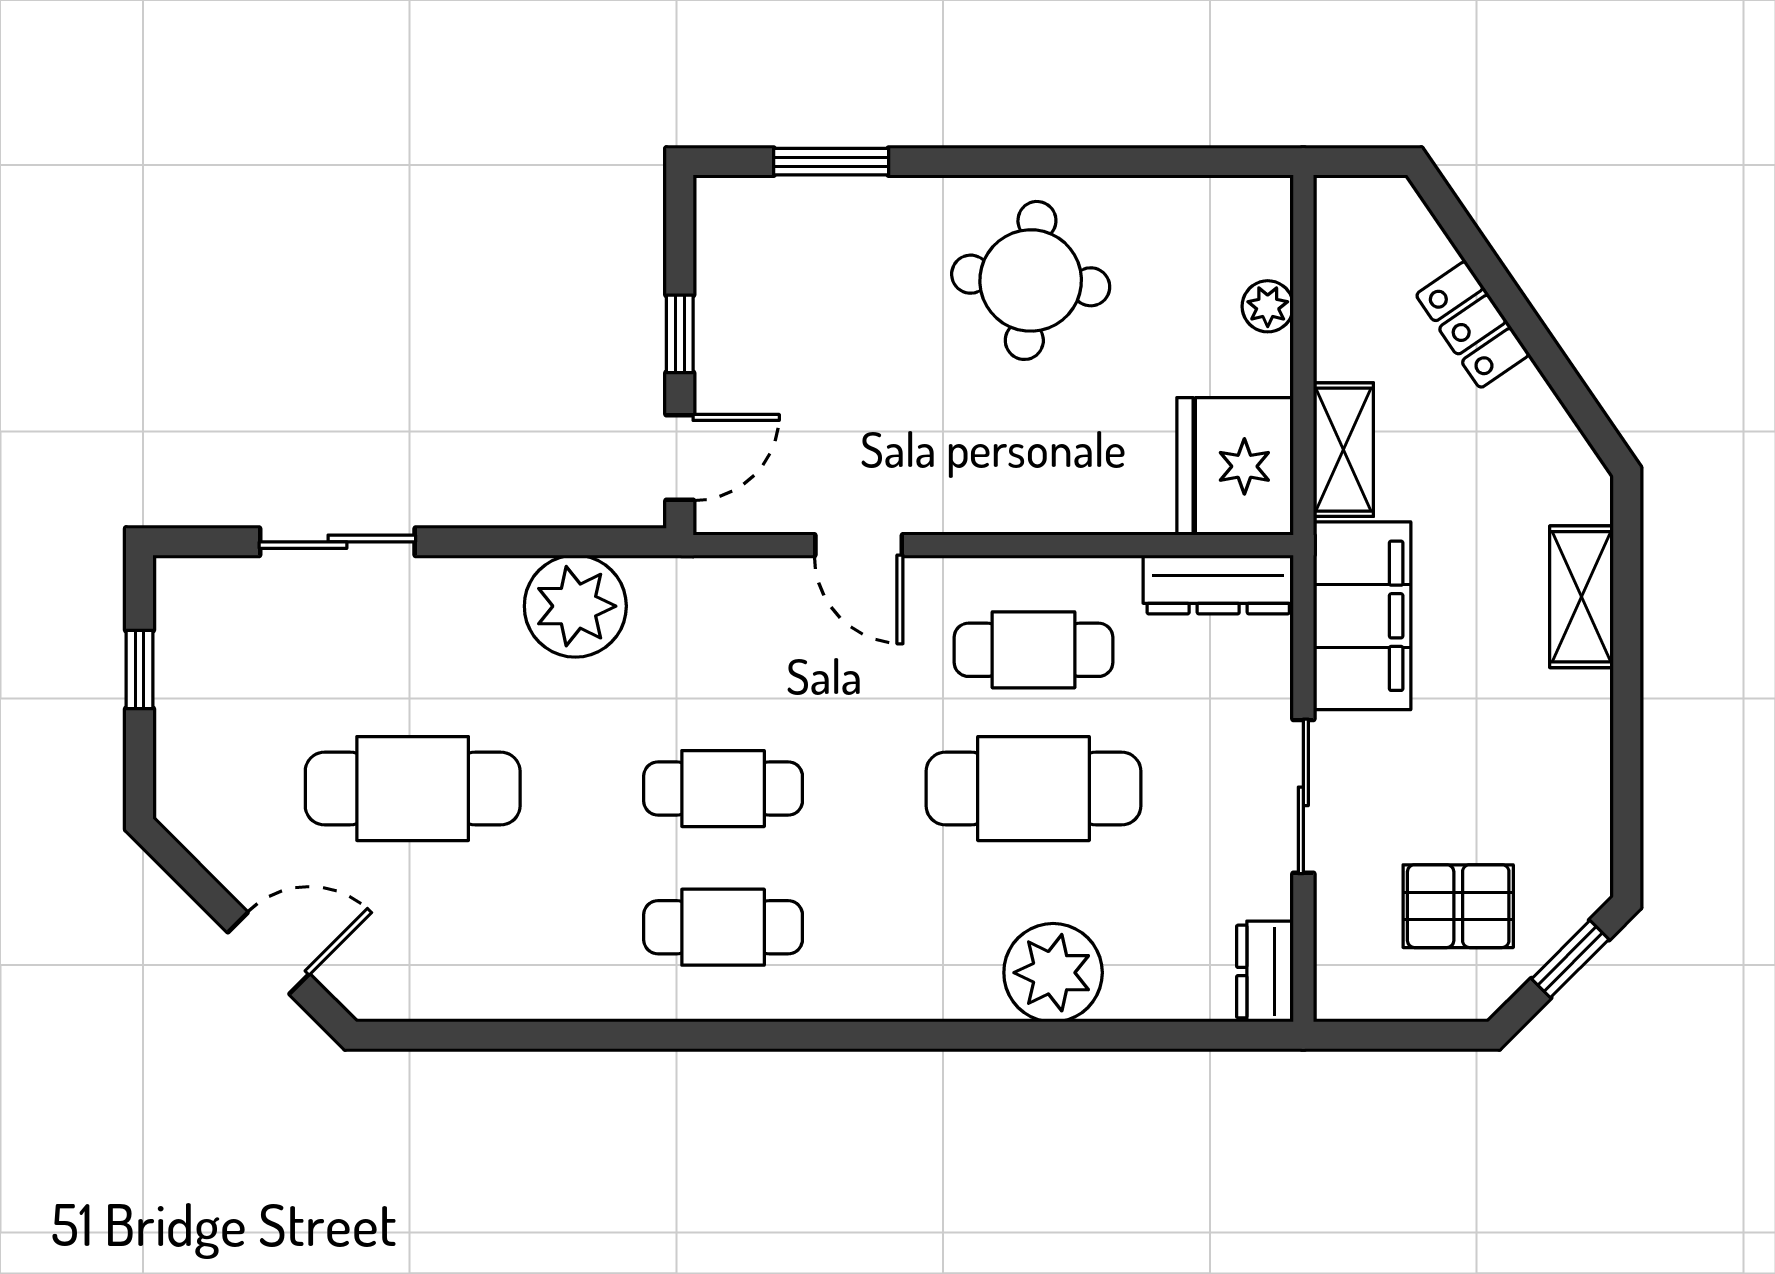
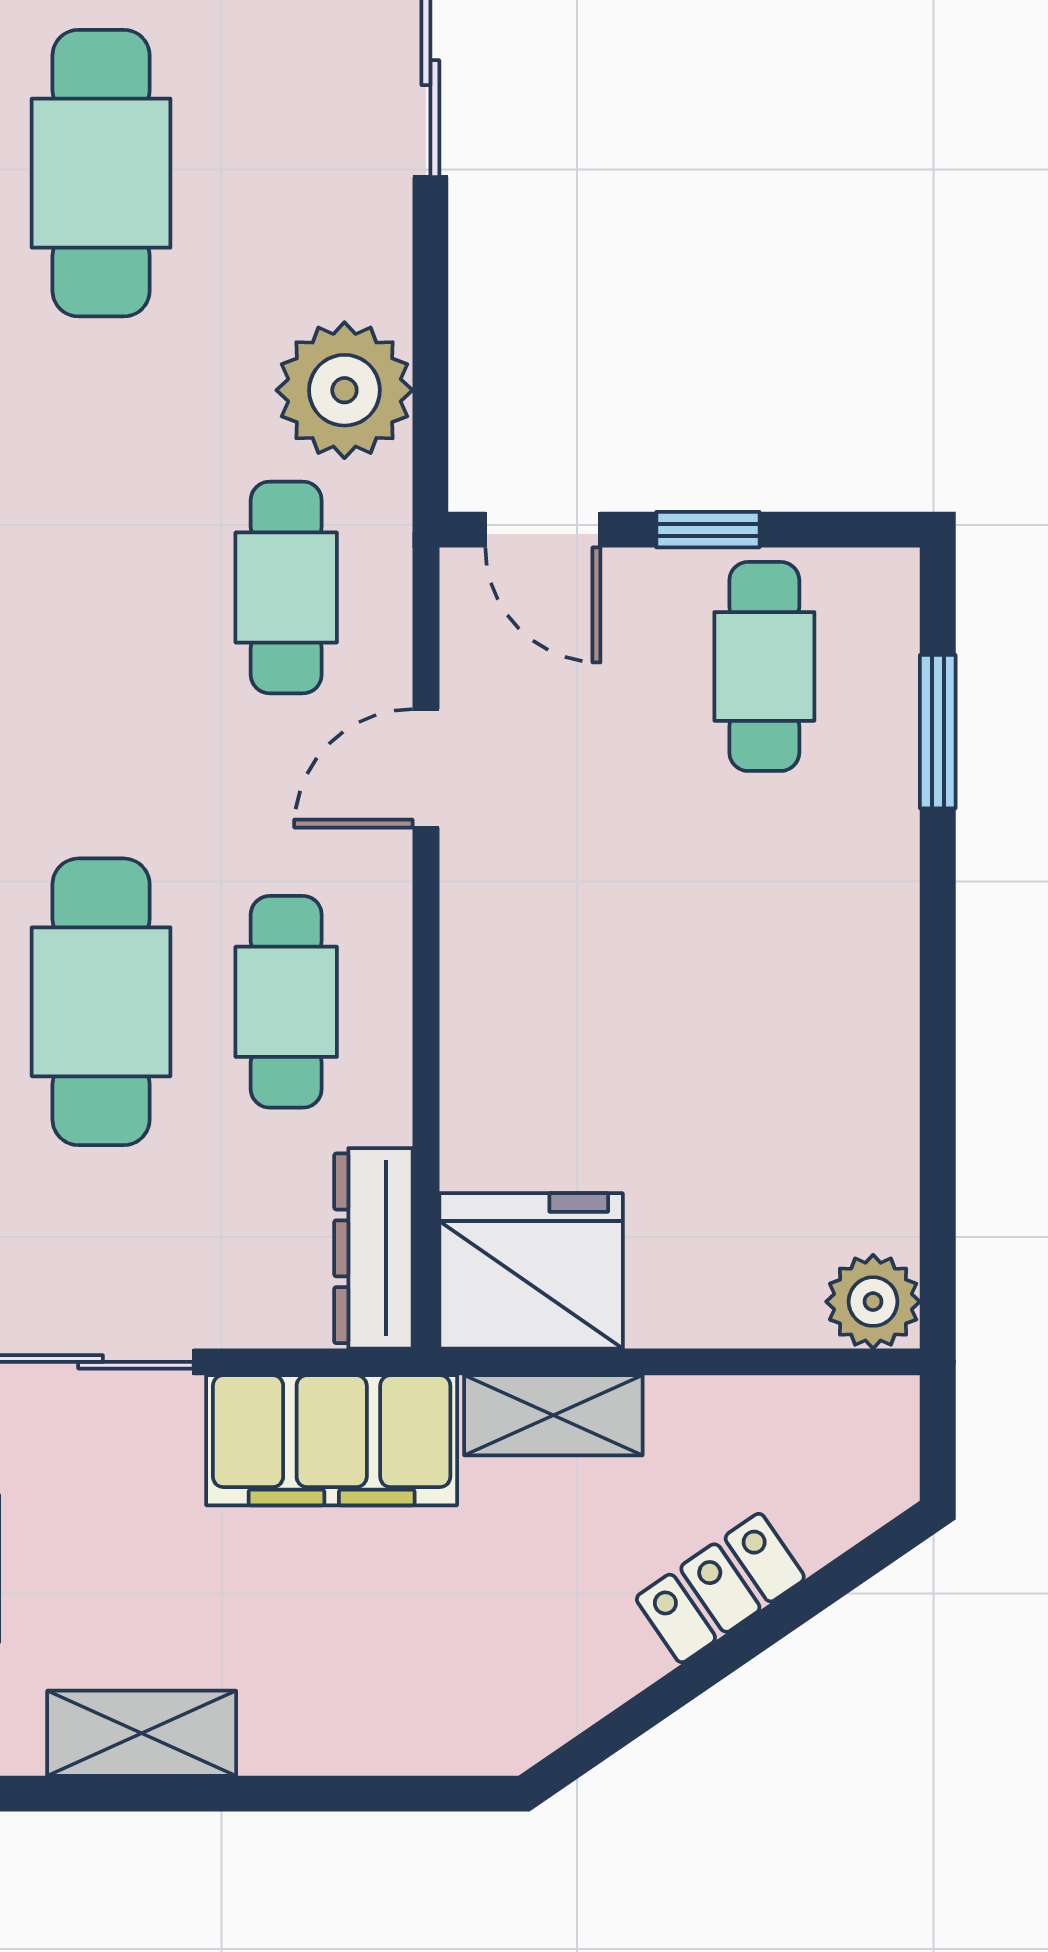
round table: (1031, 280) -> (779, 998), removed
cafe table: (782, 292) -> (764, 666), added
plant: (1268, 306) -> (873, 1302), moved, width x1.38, depth x1.38
shelving: (1582, 597) -> (142, 1733), moved
cafe table: (723, 789) -> (286, 587), moved

